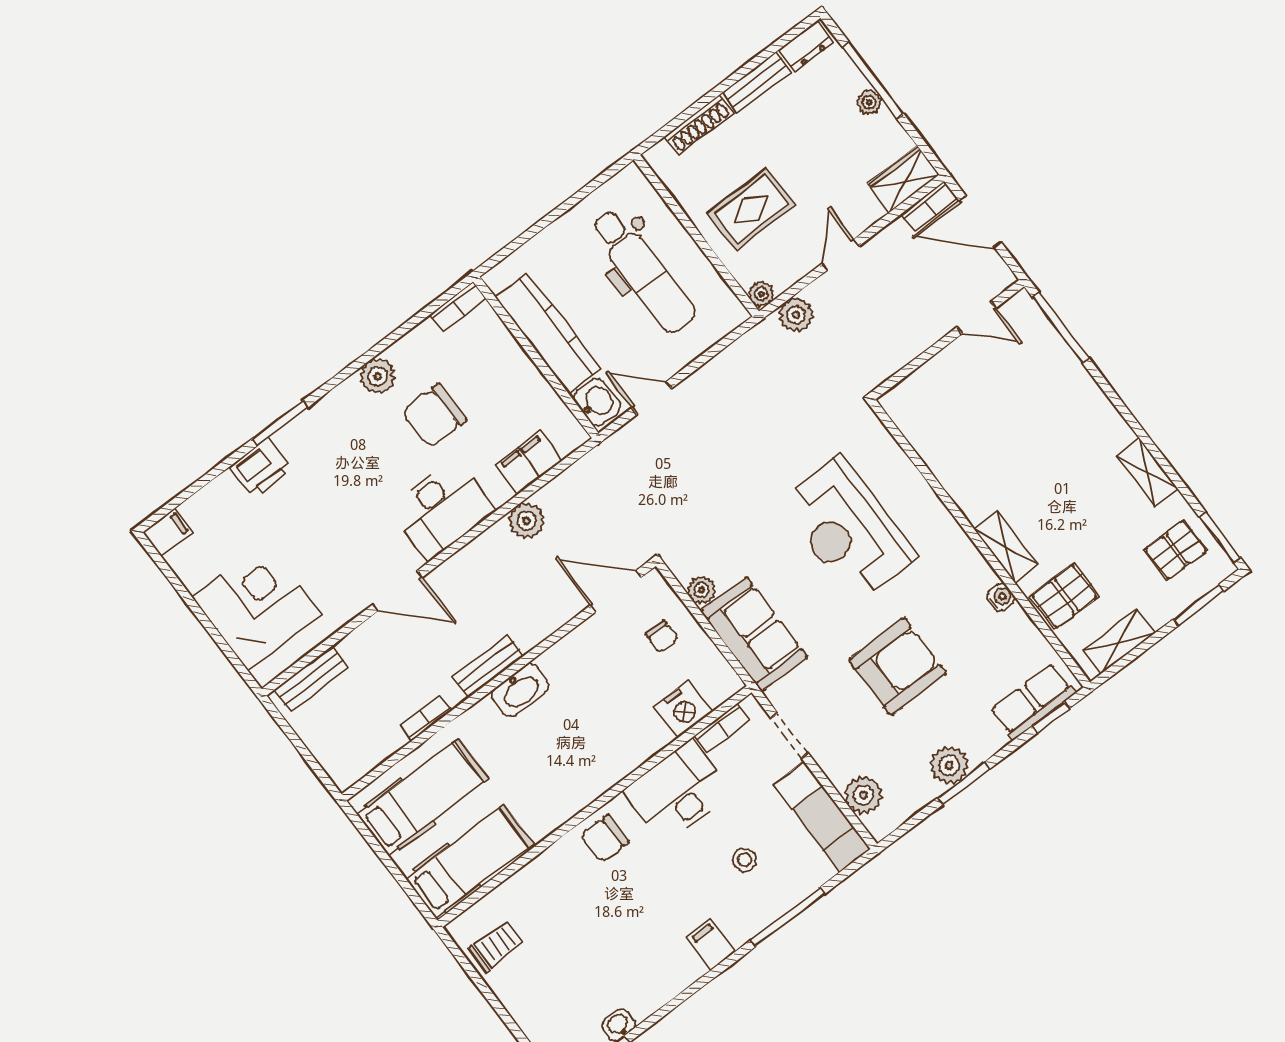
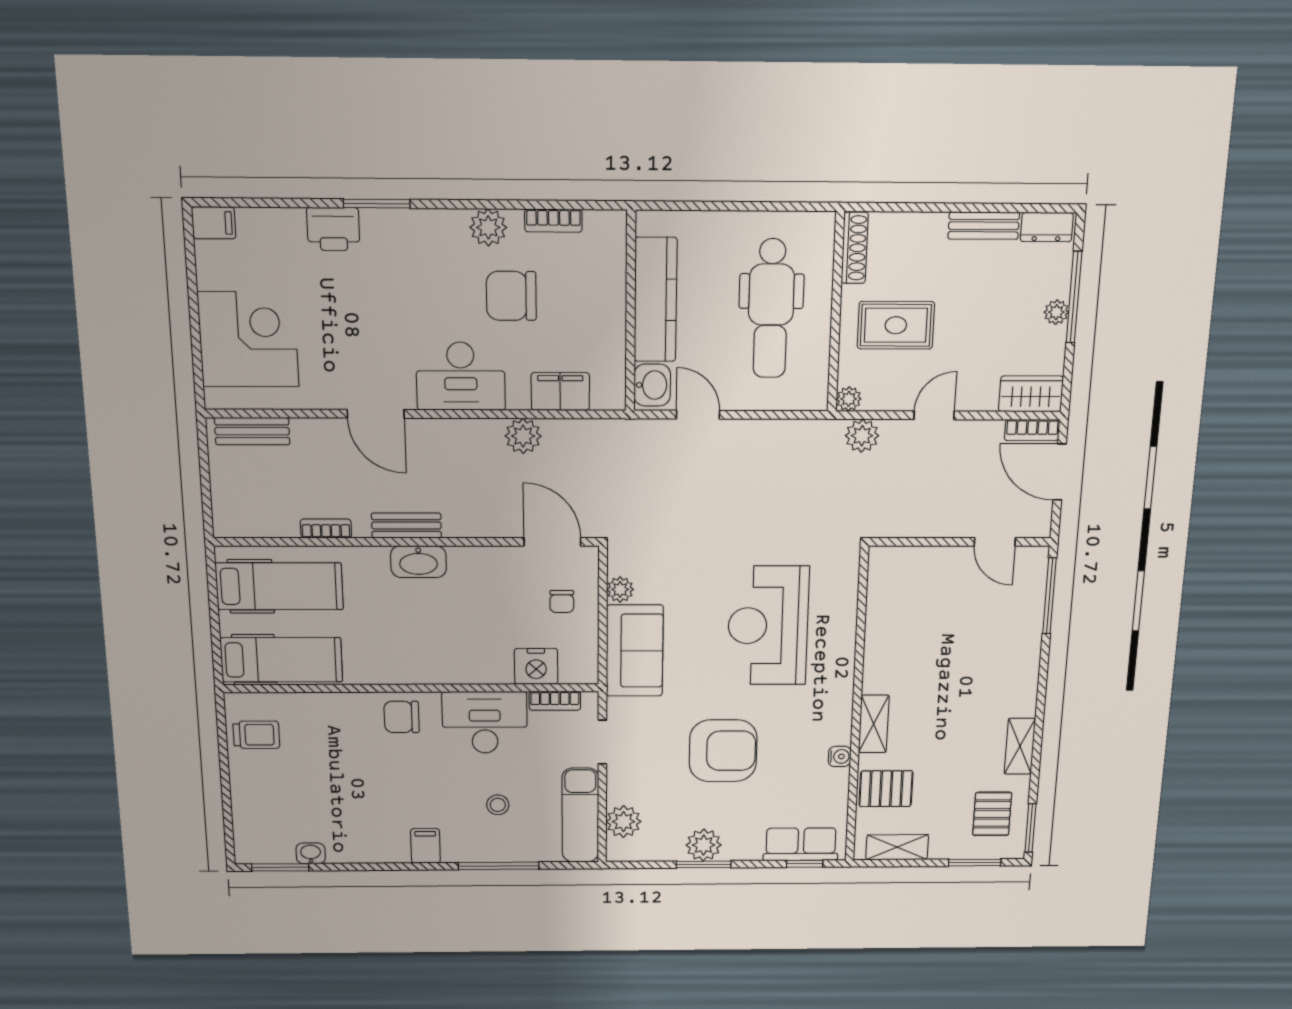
shoe rack: (699, 125) -> (855, 248), moved, turned -90
bookcase: (458, 307) -> (553, 221), moved
pallet: (1176, 550) -> (992, 814), turned 90

